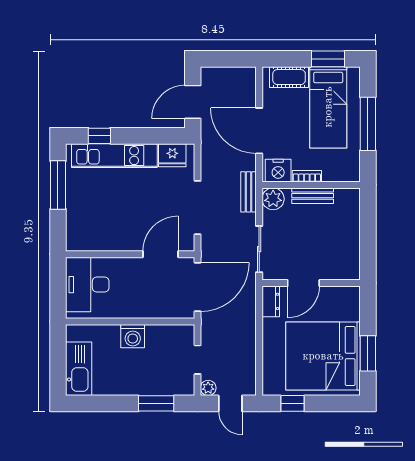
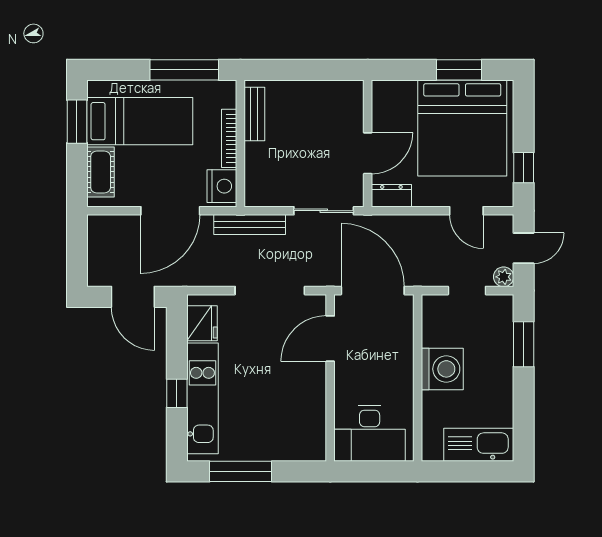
window: (368, 124) -> (184, 70), moved
window: (99, 136) -> (177, 393), moved
bookcase: (307, 176) -> (229, 138), width x1.56
bench: (249, 192) -> (250, 225), width x1.36
bench: (313, 196) -> (254, 114), moved
plant: (273, 199) -> (258, 193), removed
door: (161, 254) -> (330, 339), hinge flipped
door: (303, 283) -> (368, 153), hinge flipped
washing machine: (133, 336) -> (442, 369), width x1.37, depth x1.37
door: (259, 359) -> (466, 211), added

